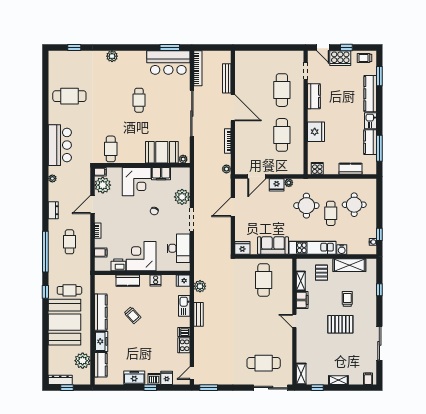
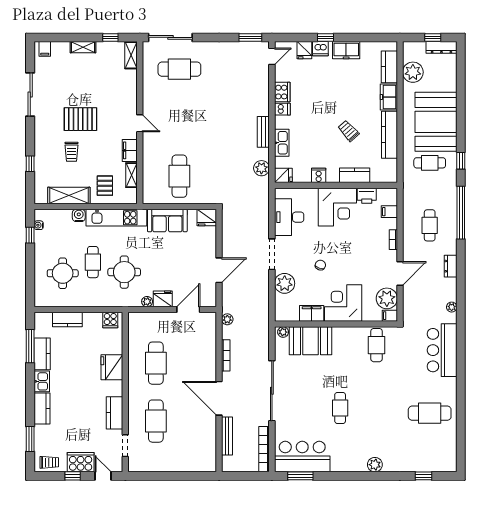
kitchen counter: (370, 94) -> (42, 408), width x0.67

